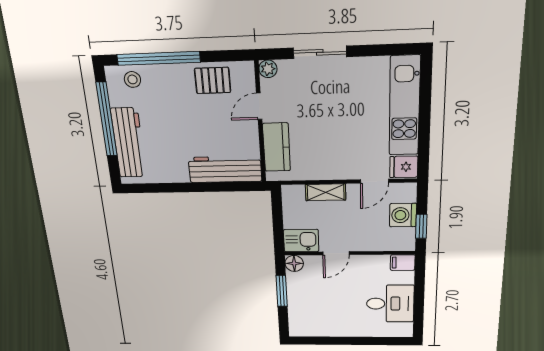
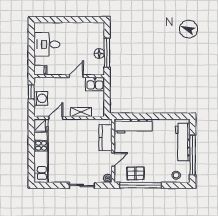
window: (159, 58) -> (141, 185), moved
floor lamp: (294, 263) -> (99, 53), moved
window: (282, 291) -> (107, 53), width x1.44

